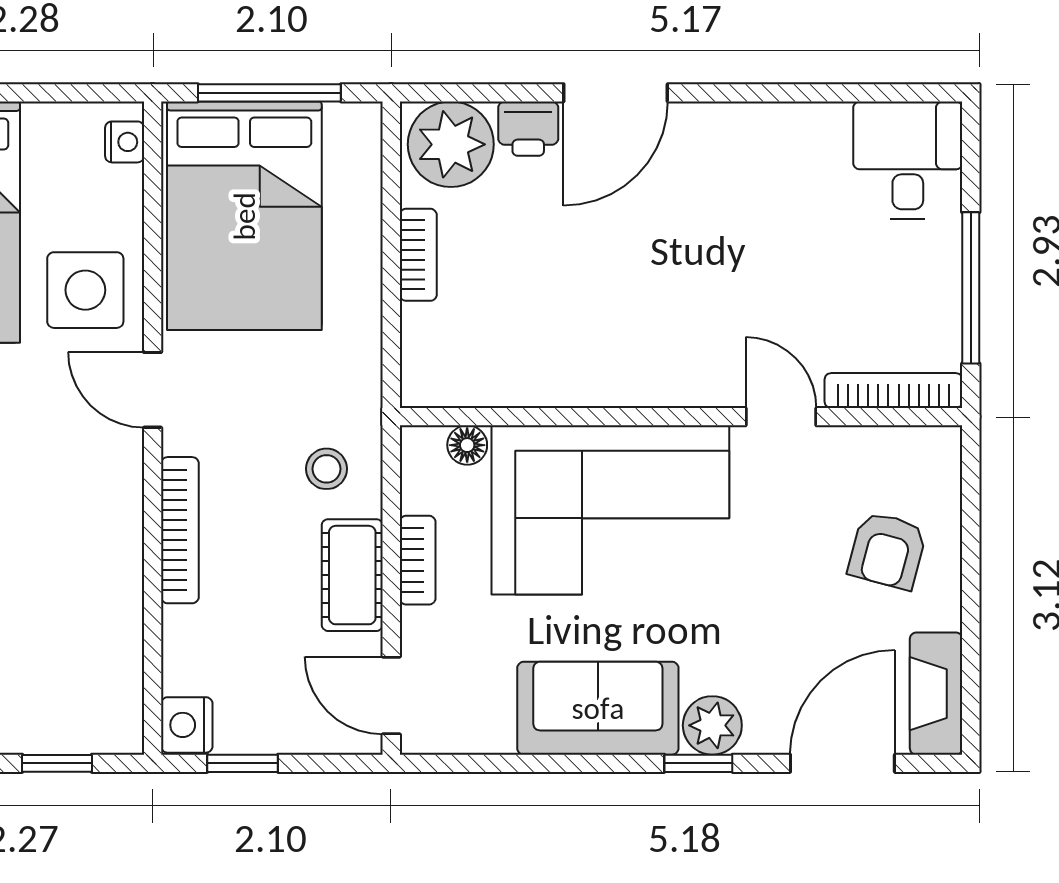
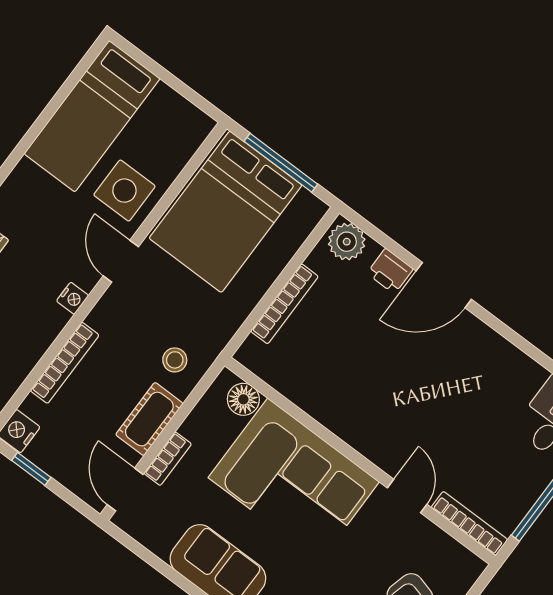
nightstand: (125, 142) -> (73, 298), moved
plant: (451, 144) -> (347, 242), width x0.73, depth x0.73
bookcase: (418, 255) -> (284, 304), width x1.56
floor lamp: (467, 445) -> (243, 399), width x1.37, depth x1.37
bookcase: (180, 530) -> (65, 363), moved
bookcase: (418, 560) -> (168, 459), moved

